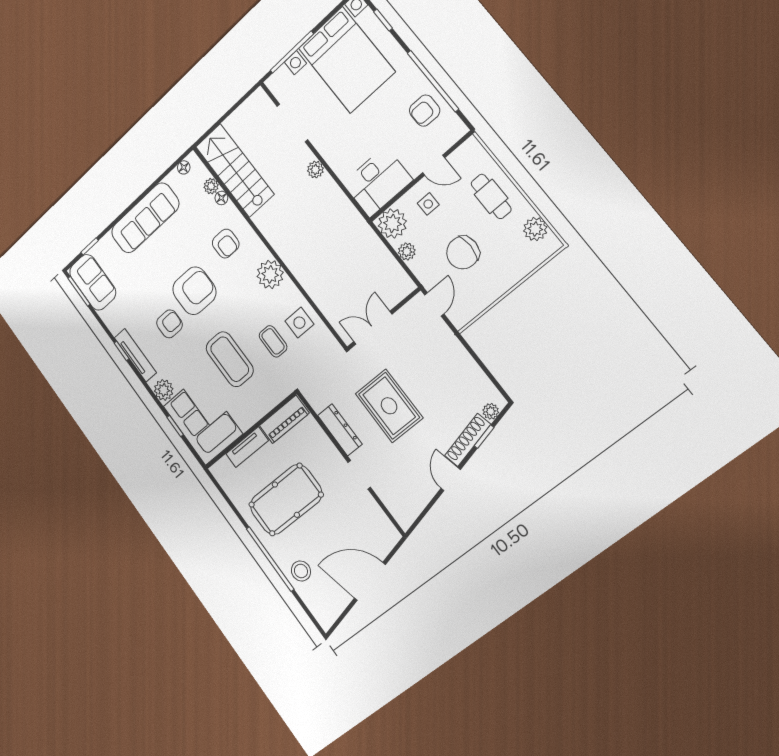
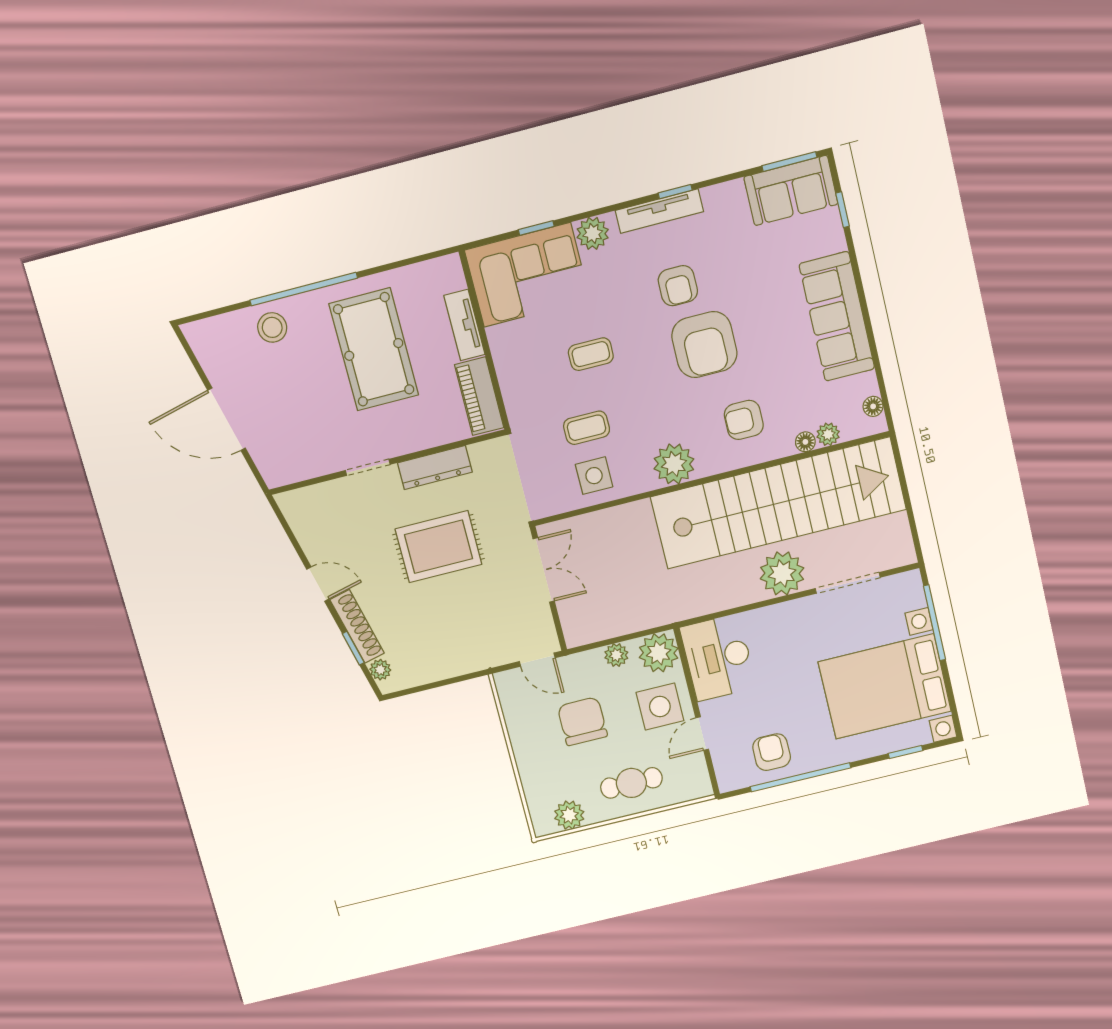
stairs: (235, 170) -> (778, 503), width x1.86, depth x1.51
plant: (315, 170) -> (782, 573), width x1.88, depth x1.88
side table: (428, 204) -> (660, 707), width x1.87, depth x1.87
coffee table: (230, 359) -> (591, 354), width x0.54, depth x0.58
door: (370, 581) -> (227, 419), swing flipped

